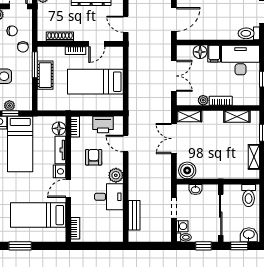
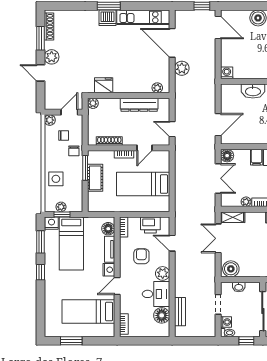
floor lamp: (200, 52) -> (227, 156), moved
floor lamp: (115, 219) -> (162, 315), added

